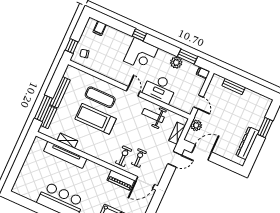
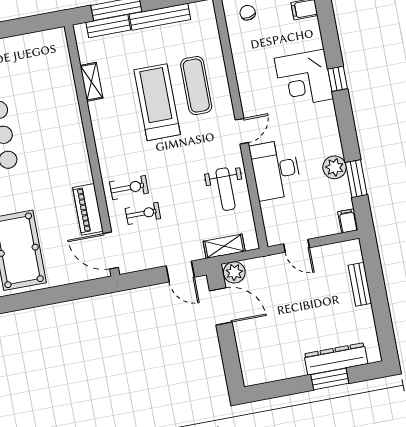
corner desk: (141, 55) -> (304, 78), moved
door: (198, 102) -> (297, 246), hinge flipped
weight bench: (153, 116) -> (225, 189), turned 180
plant: (196, 125) -> (234, 272), moved
dresser: (247, 143) -> (336, 359), moved
tv unit: (65, 155) -> (67, 94), removed

